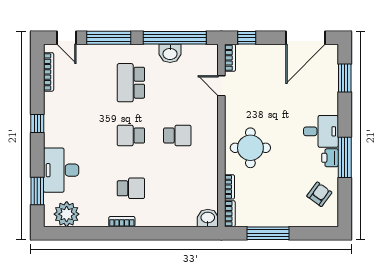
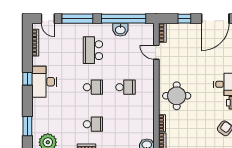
window: (247, 38) -> (184, 19), moved
school desk: (131, 136) -> (93, 87), turned 180
desk: (61, 170) -> (44, 82), moved

